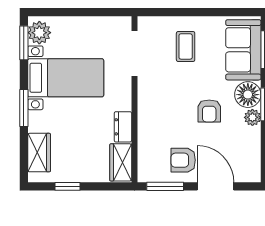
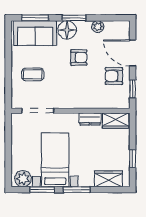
window: (24, 43) -> (42, 190), moved
plant: (252, 117) -> (98, 27), moved
armchair: (183, 160) -> (114, 76), turned 90
window: (165, 186) -> (133, 89), width x0.67
door: (216, 186) -> (133, 53), hinge flipped

